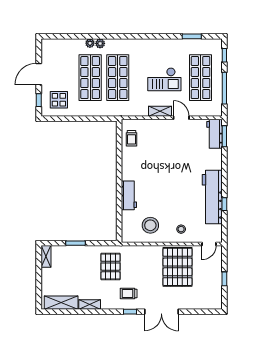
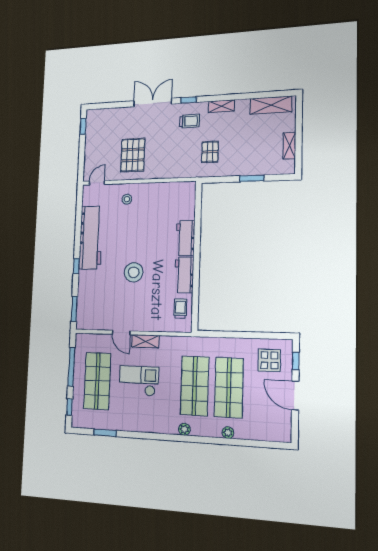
plant: (100, 43) -> (184, 429), moved
door: (39, 74) -> (295, 396), swing flipped
workbench: (215, 134) -> (184, 275), moved, turned 180
window: (224, 204) -> (76, 266), moved
stool: (150, 225) -> (134, 272), moved
shelving: (46, 256) -> (289, 146), moved
pallet: (111, 267) -> (210, 152), width x0.67, depth x0.71
pallet: (177, 267) -> (133, 155), width x0.73, depth x0.71
window: (224, 279) -> (83, 126), moved
shelving: (90, 305) -> (222, 106), moved

